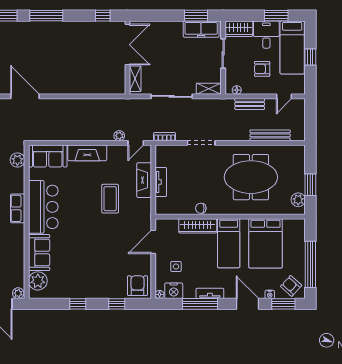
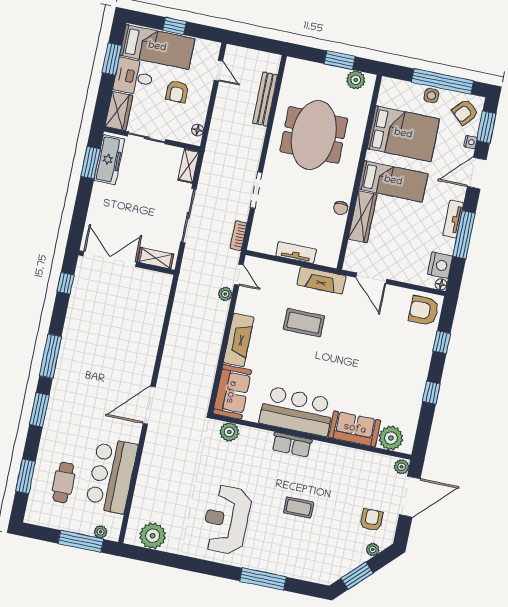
bench: (250, 104) -> (219, 117), removed
fireplace: (144, 180) -> (321, 280), moved
side table: (176, 266) -> (431, 96), moved

